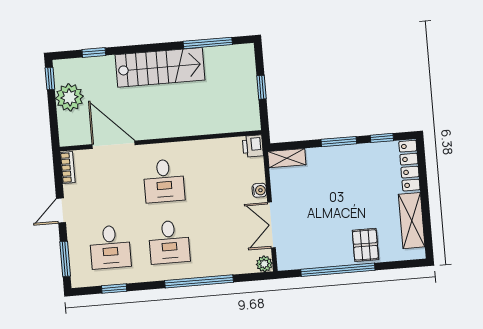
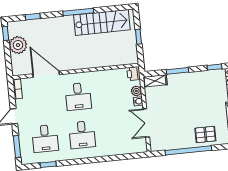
window: (208, 43) -> (78, 12), moved
stairs: (160, 67) -> (102, 22), moved
window: (339, 142) -> (178, 71), moved
pallet: (365, 245) -> (205, 134), turned 90
plant: (264, 264) -> (136, 91), moved
window: (199, 281) -> (101, 159), removed

